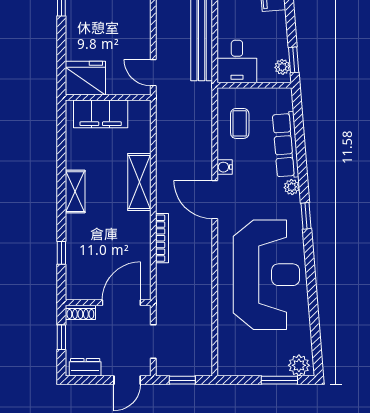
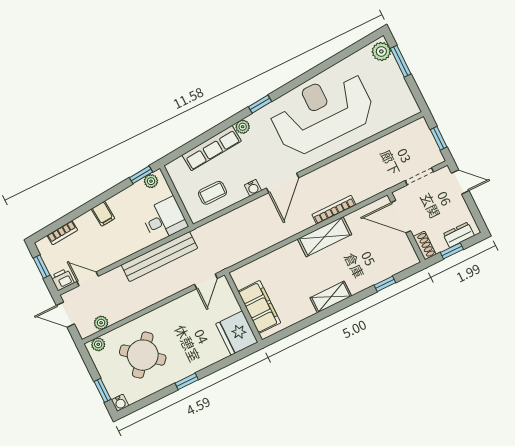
shelving: (139, 182) -> (325, 237), moved
dresser: (85, 367) -> (459, 235), moved, turned 90

